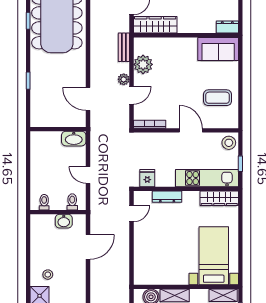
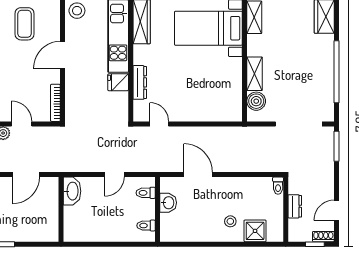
fridge: (147, 178) -> (118, 82), moved

